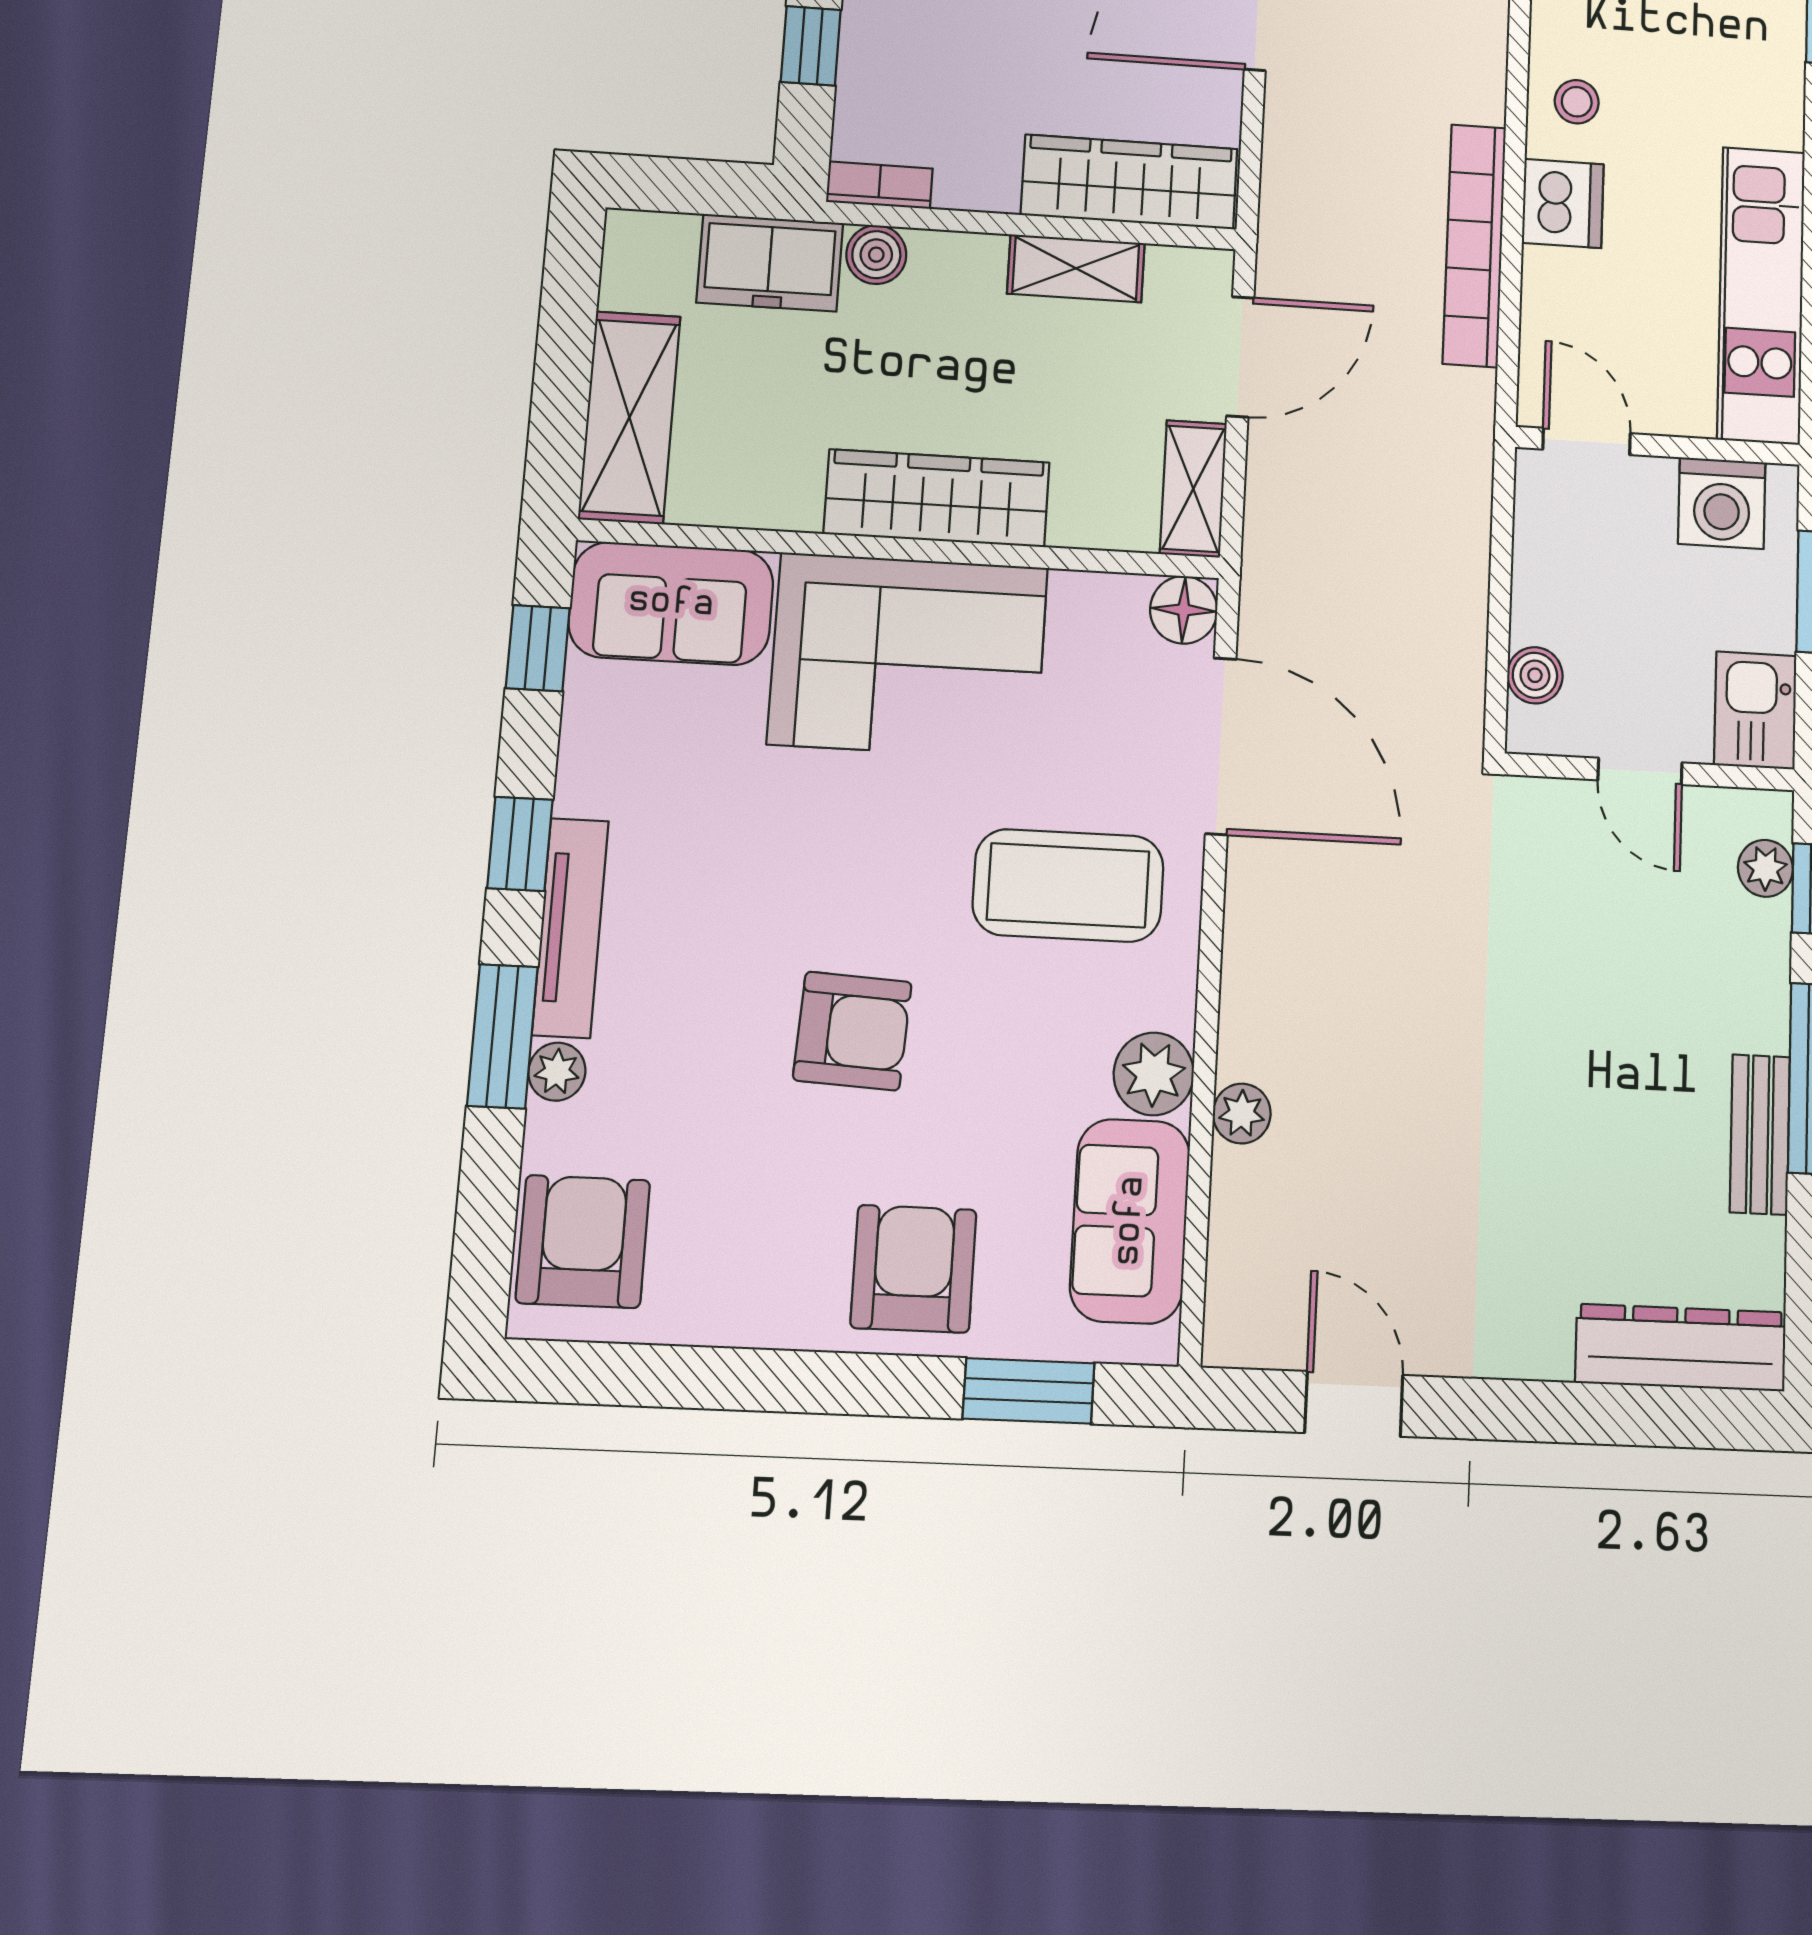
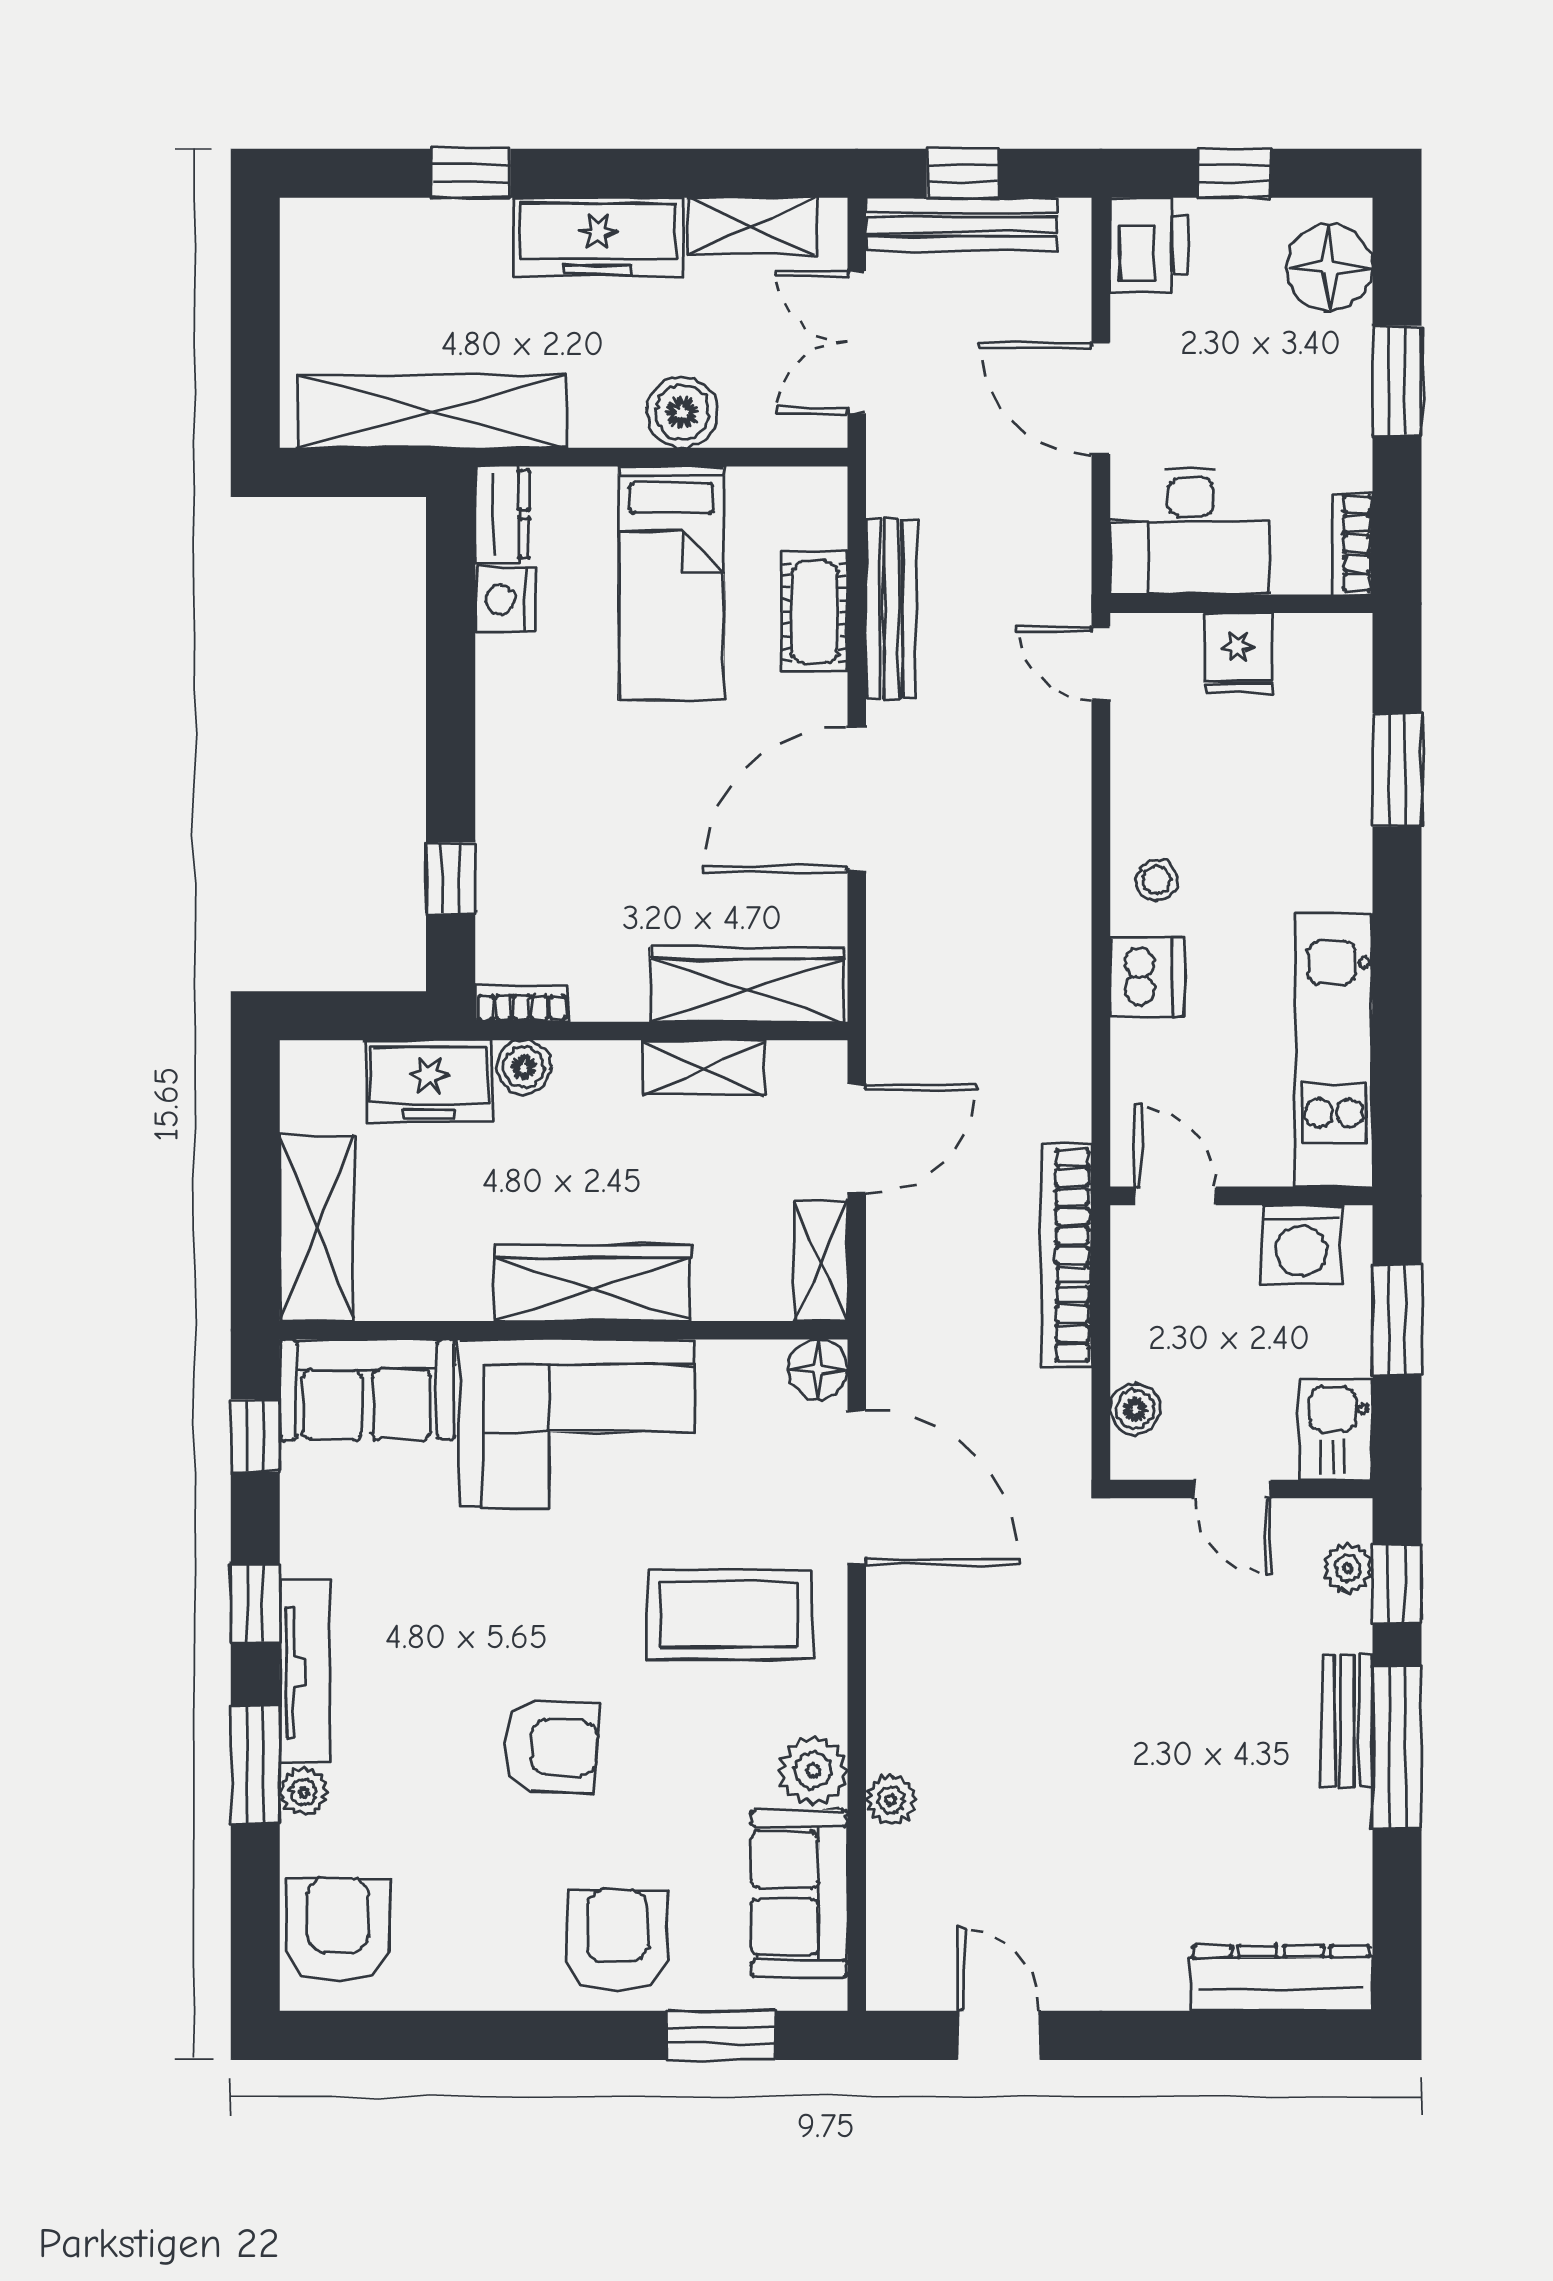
bookcase: (1474, 245) -> (1066, 1255), moved
bench: (1760, 1134) -> (1347, 1721), moved

